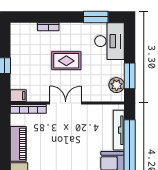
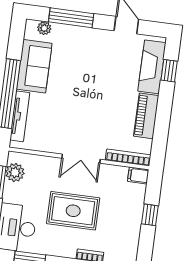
rug: (66, 61) -> (73, 211), width x1.36, depth x1.43

